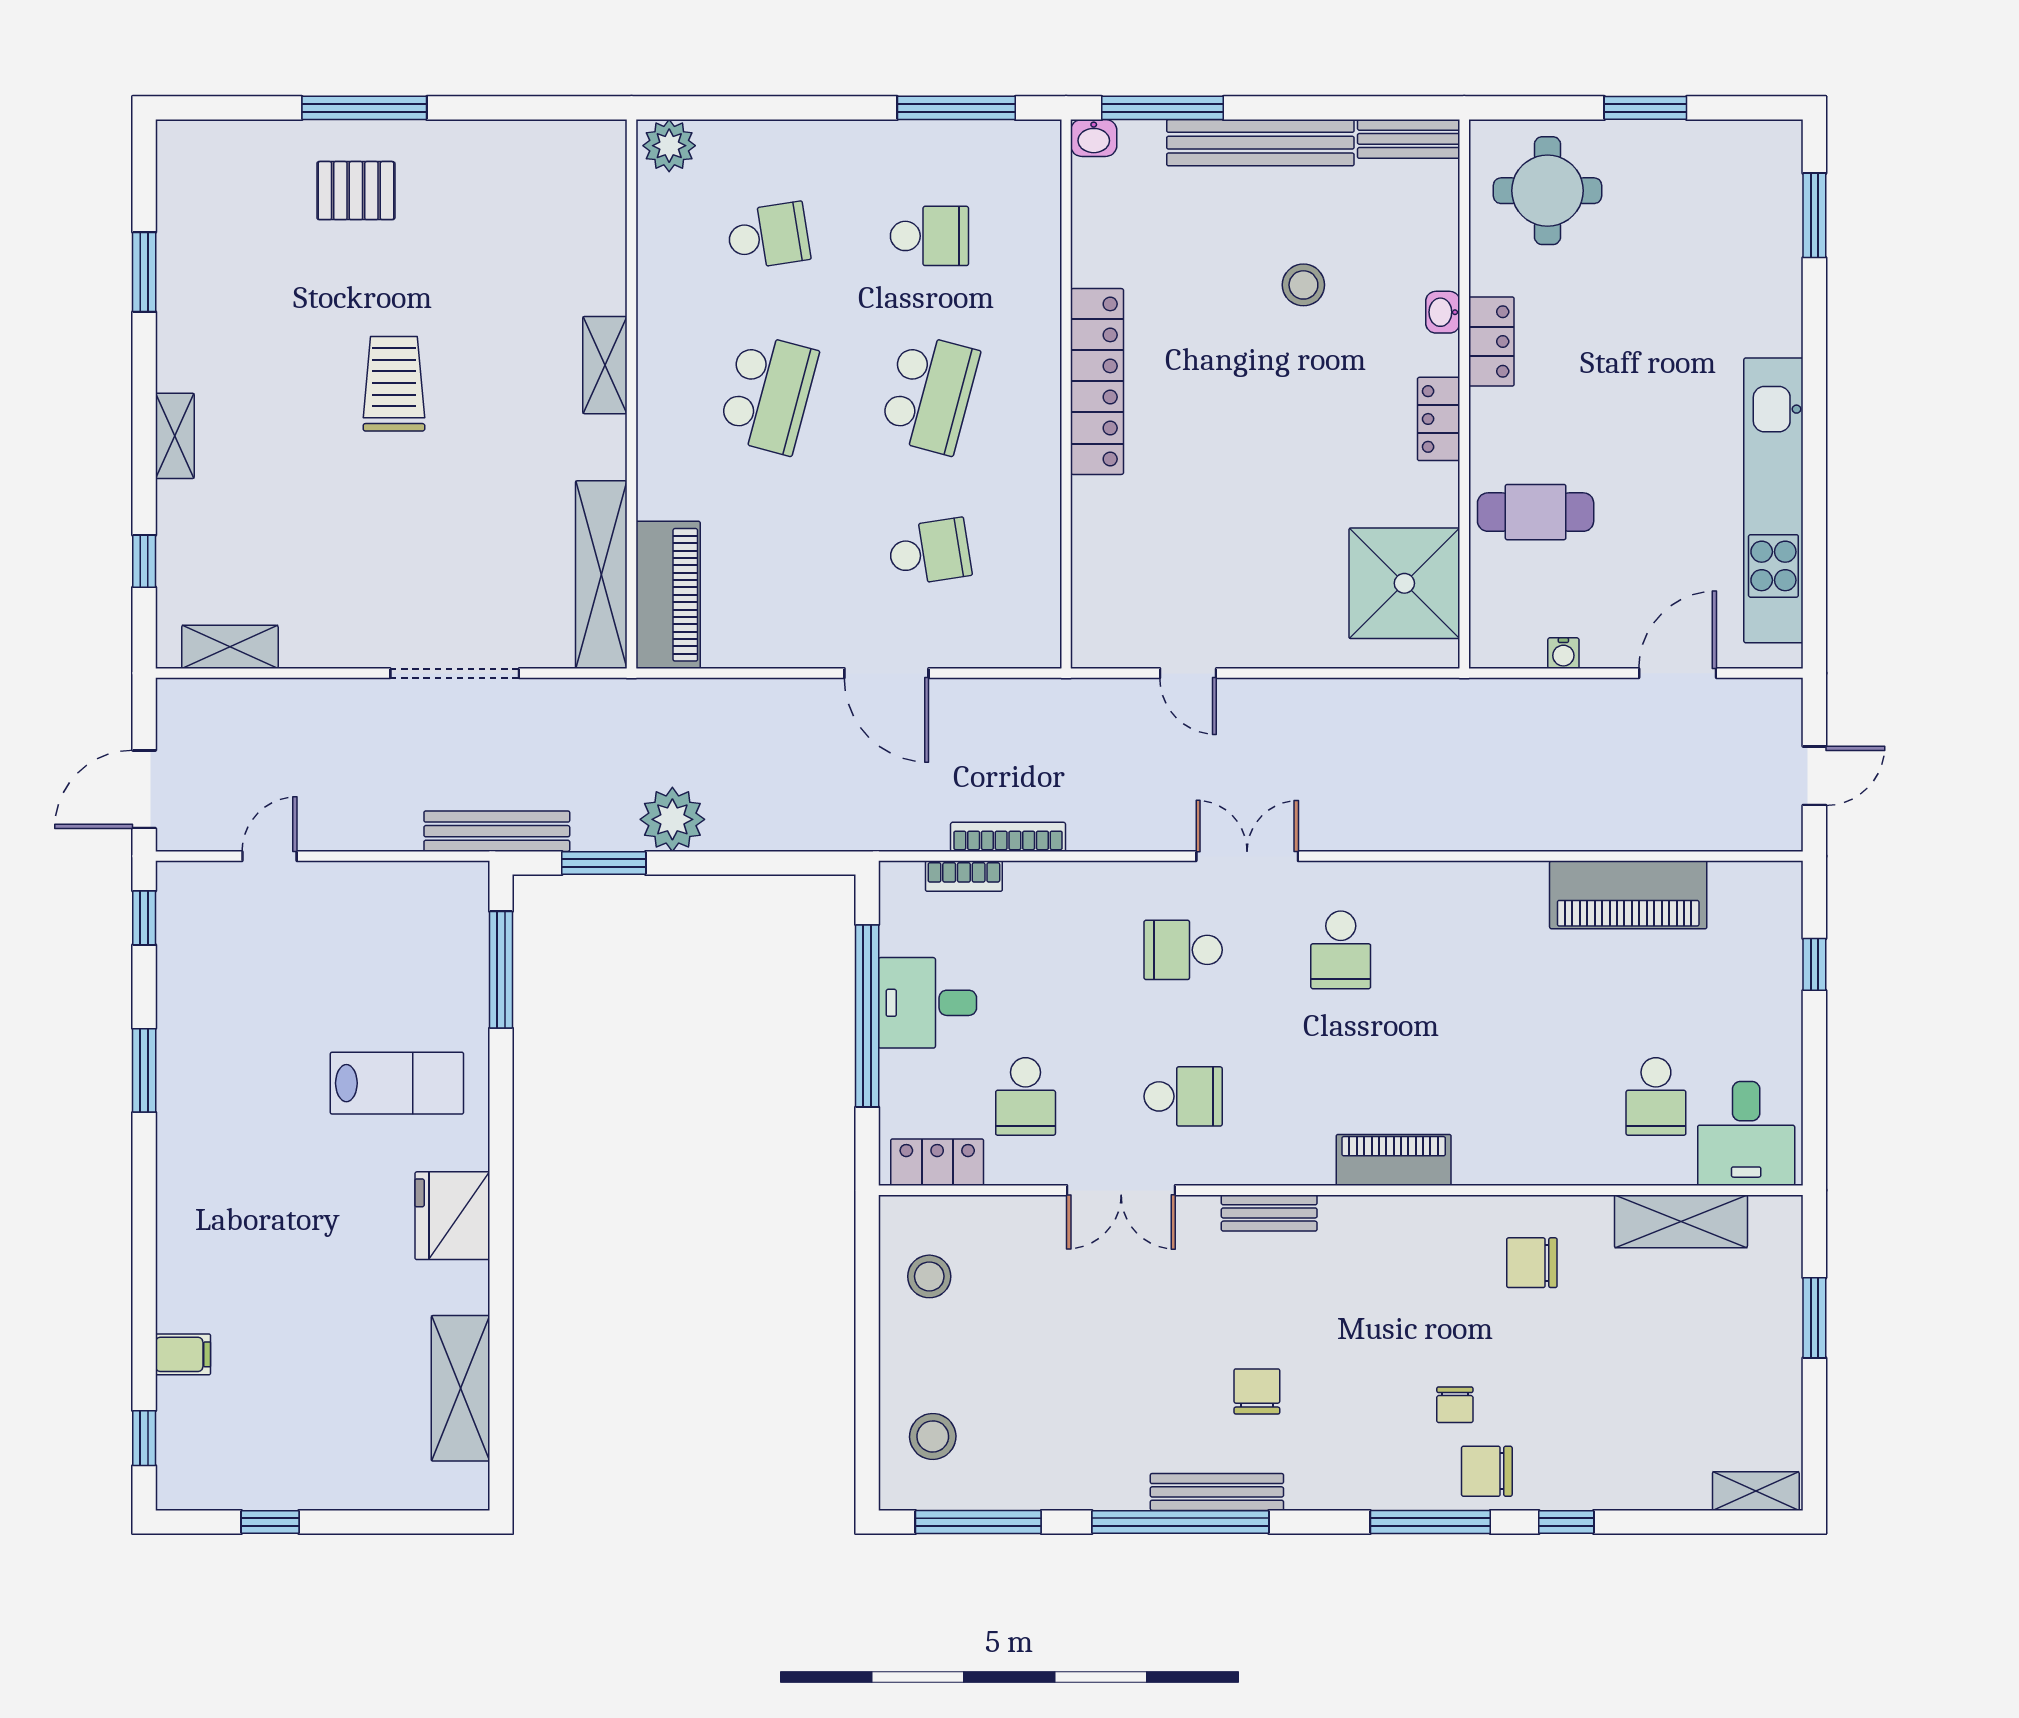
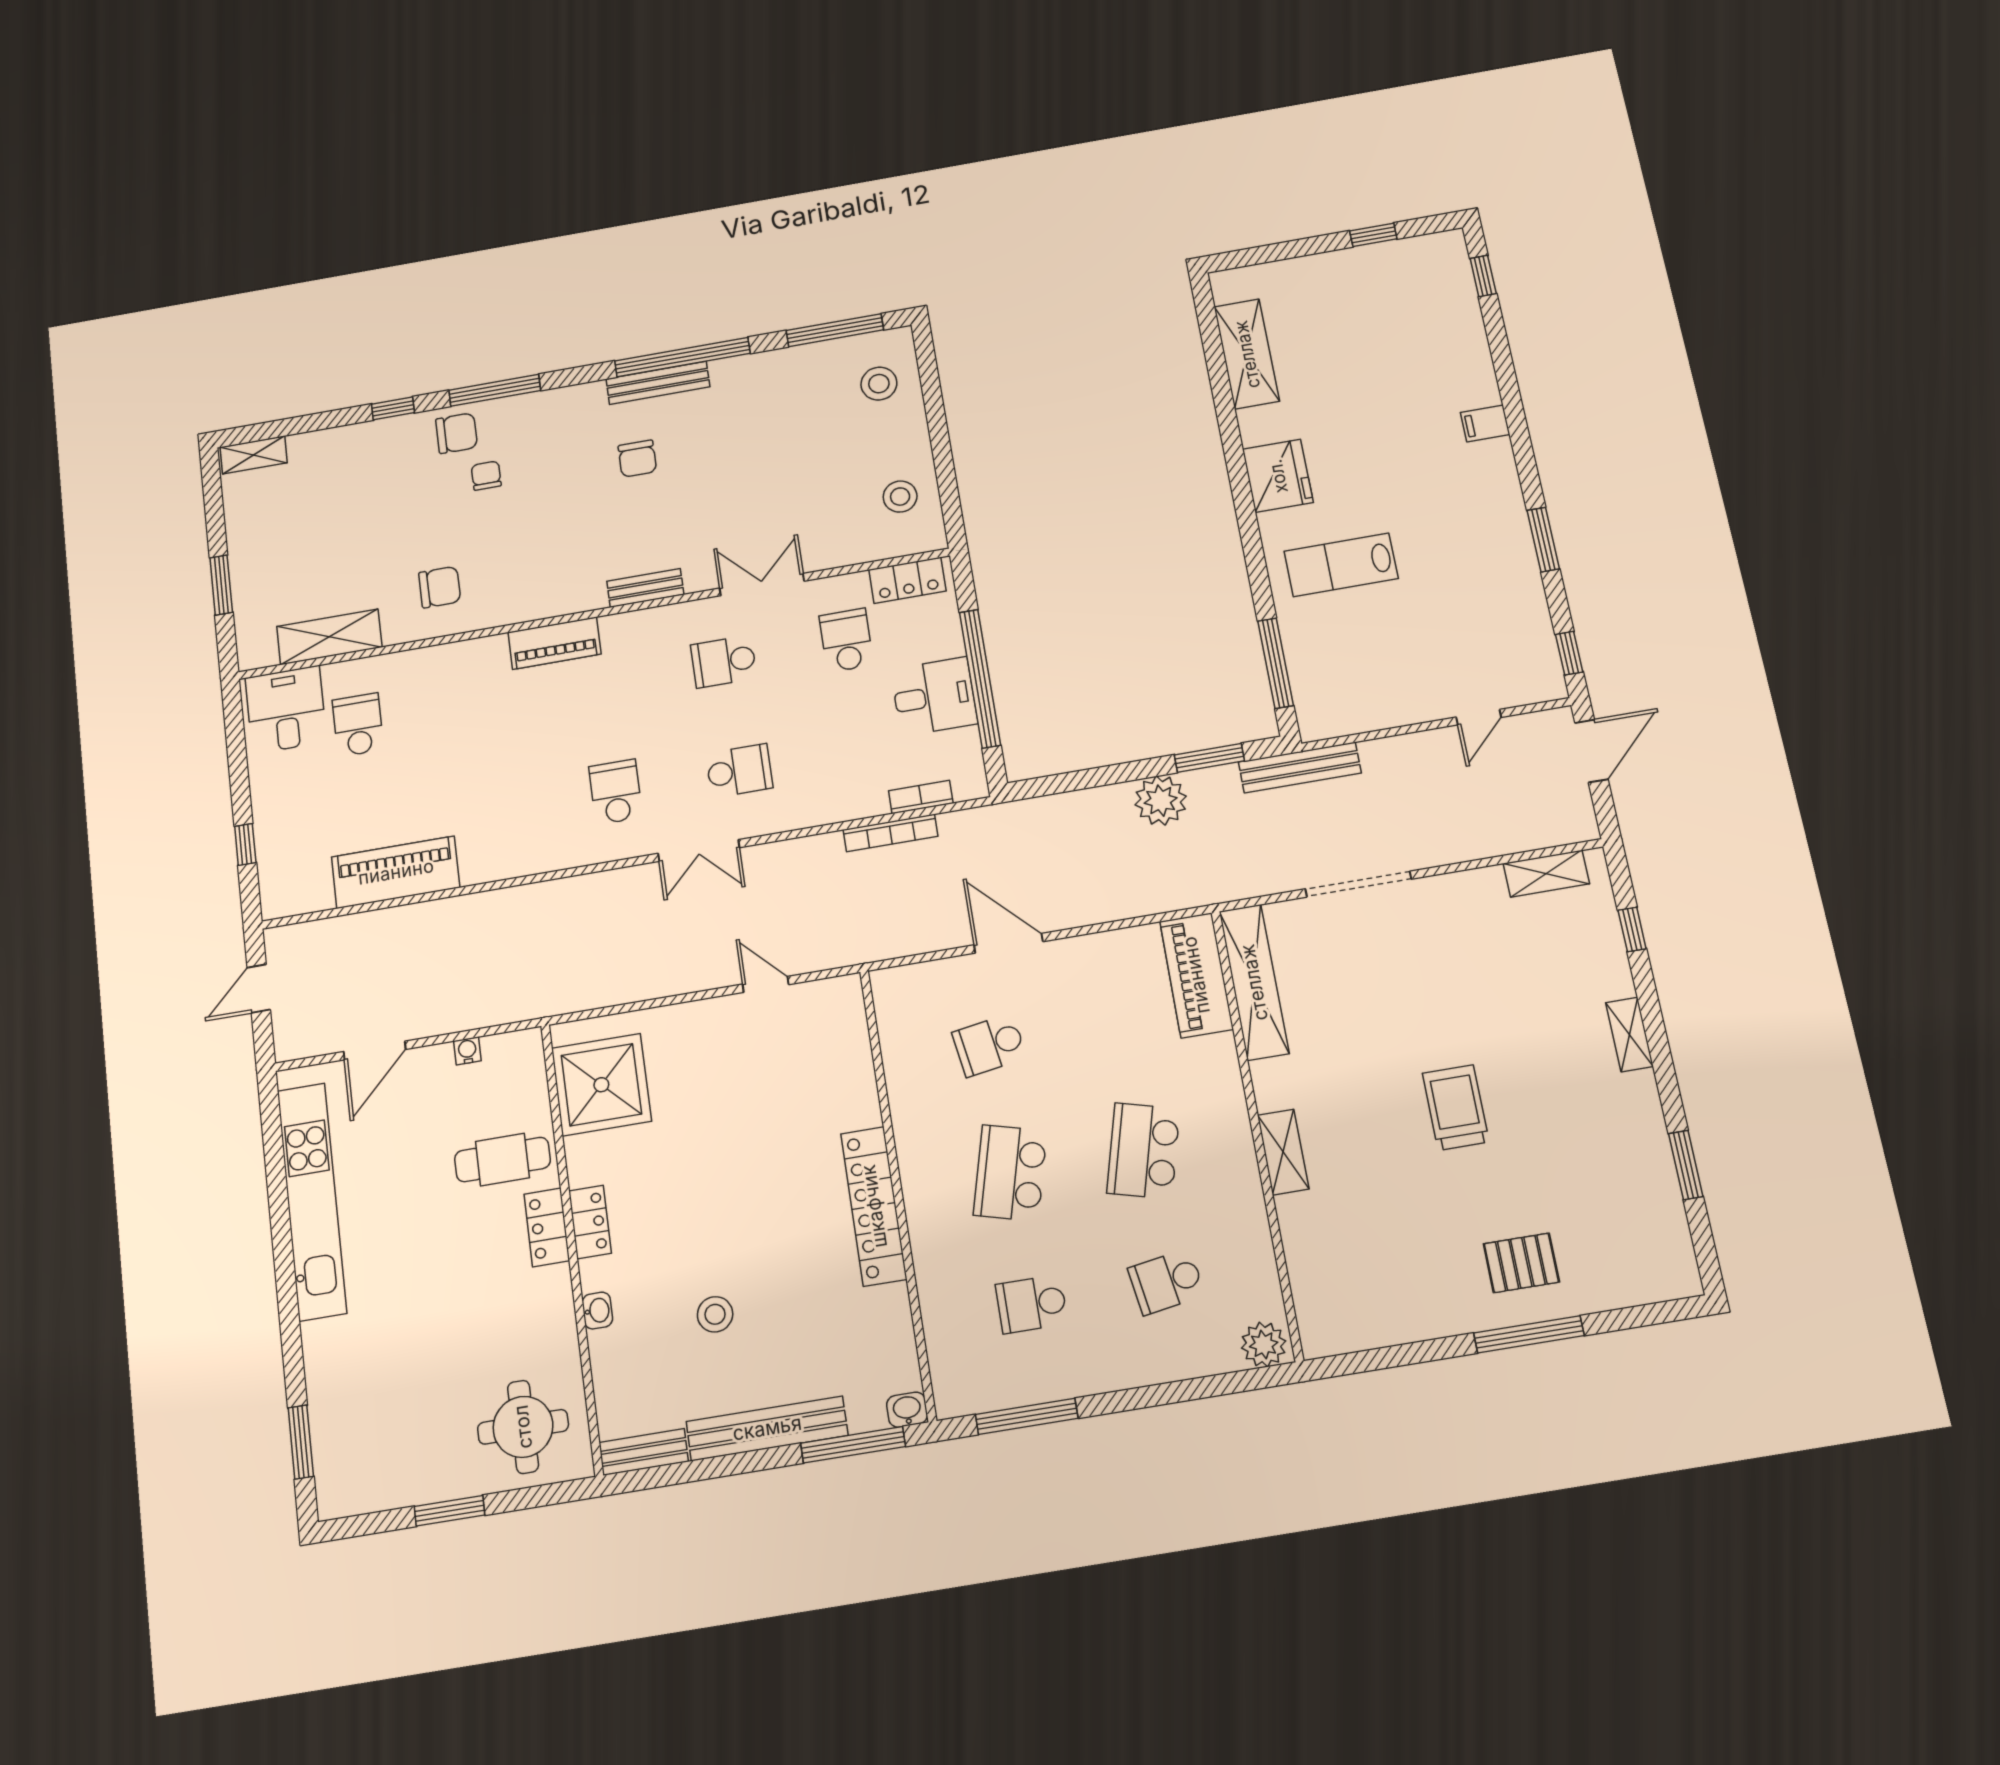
locker: (1491, 342) -> (547, 1227), moved
trolley: (394, 384) -> (1456, 1107), turned 180
filing cabinet: (183, 1354) -> (1485, 424), moved

